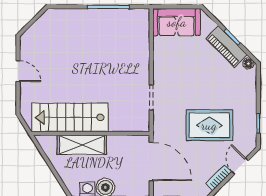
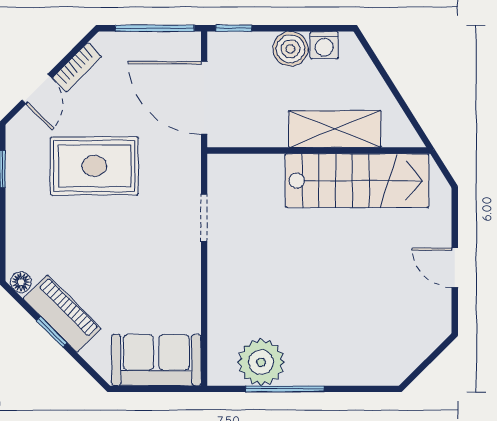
plant: (121, 21) -> (261, 362), added

